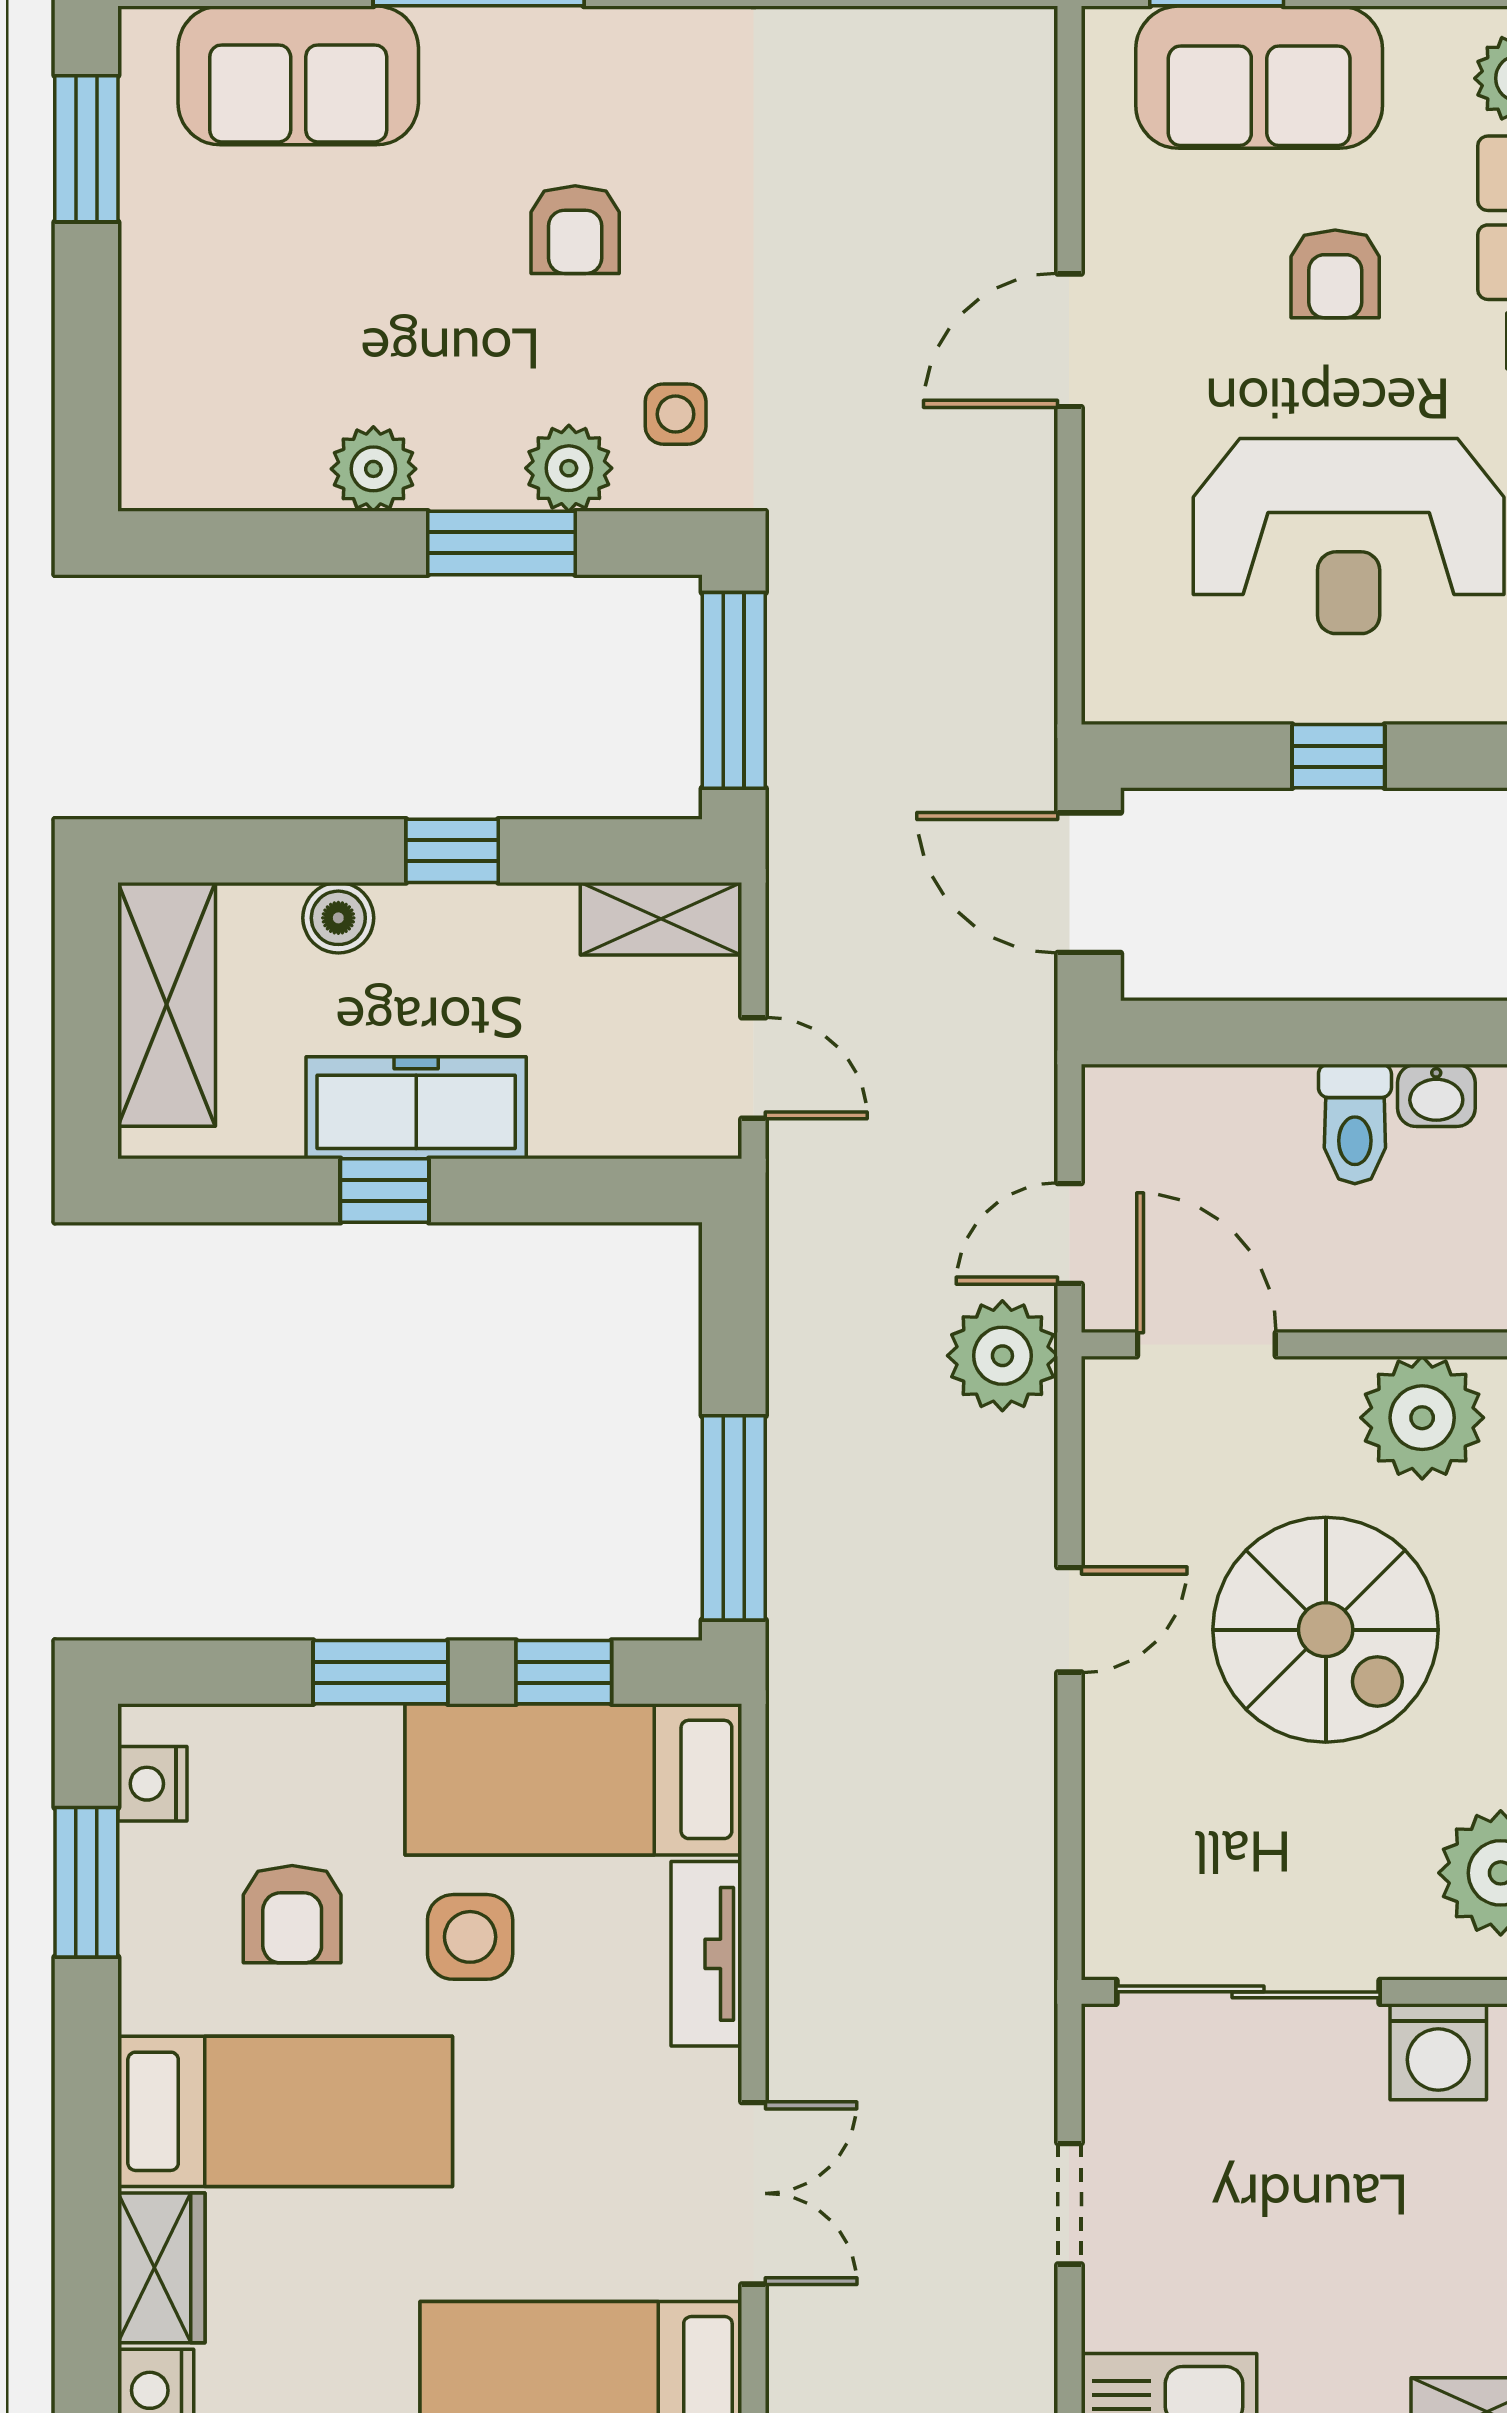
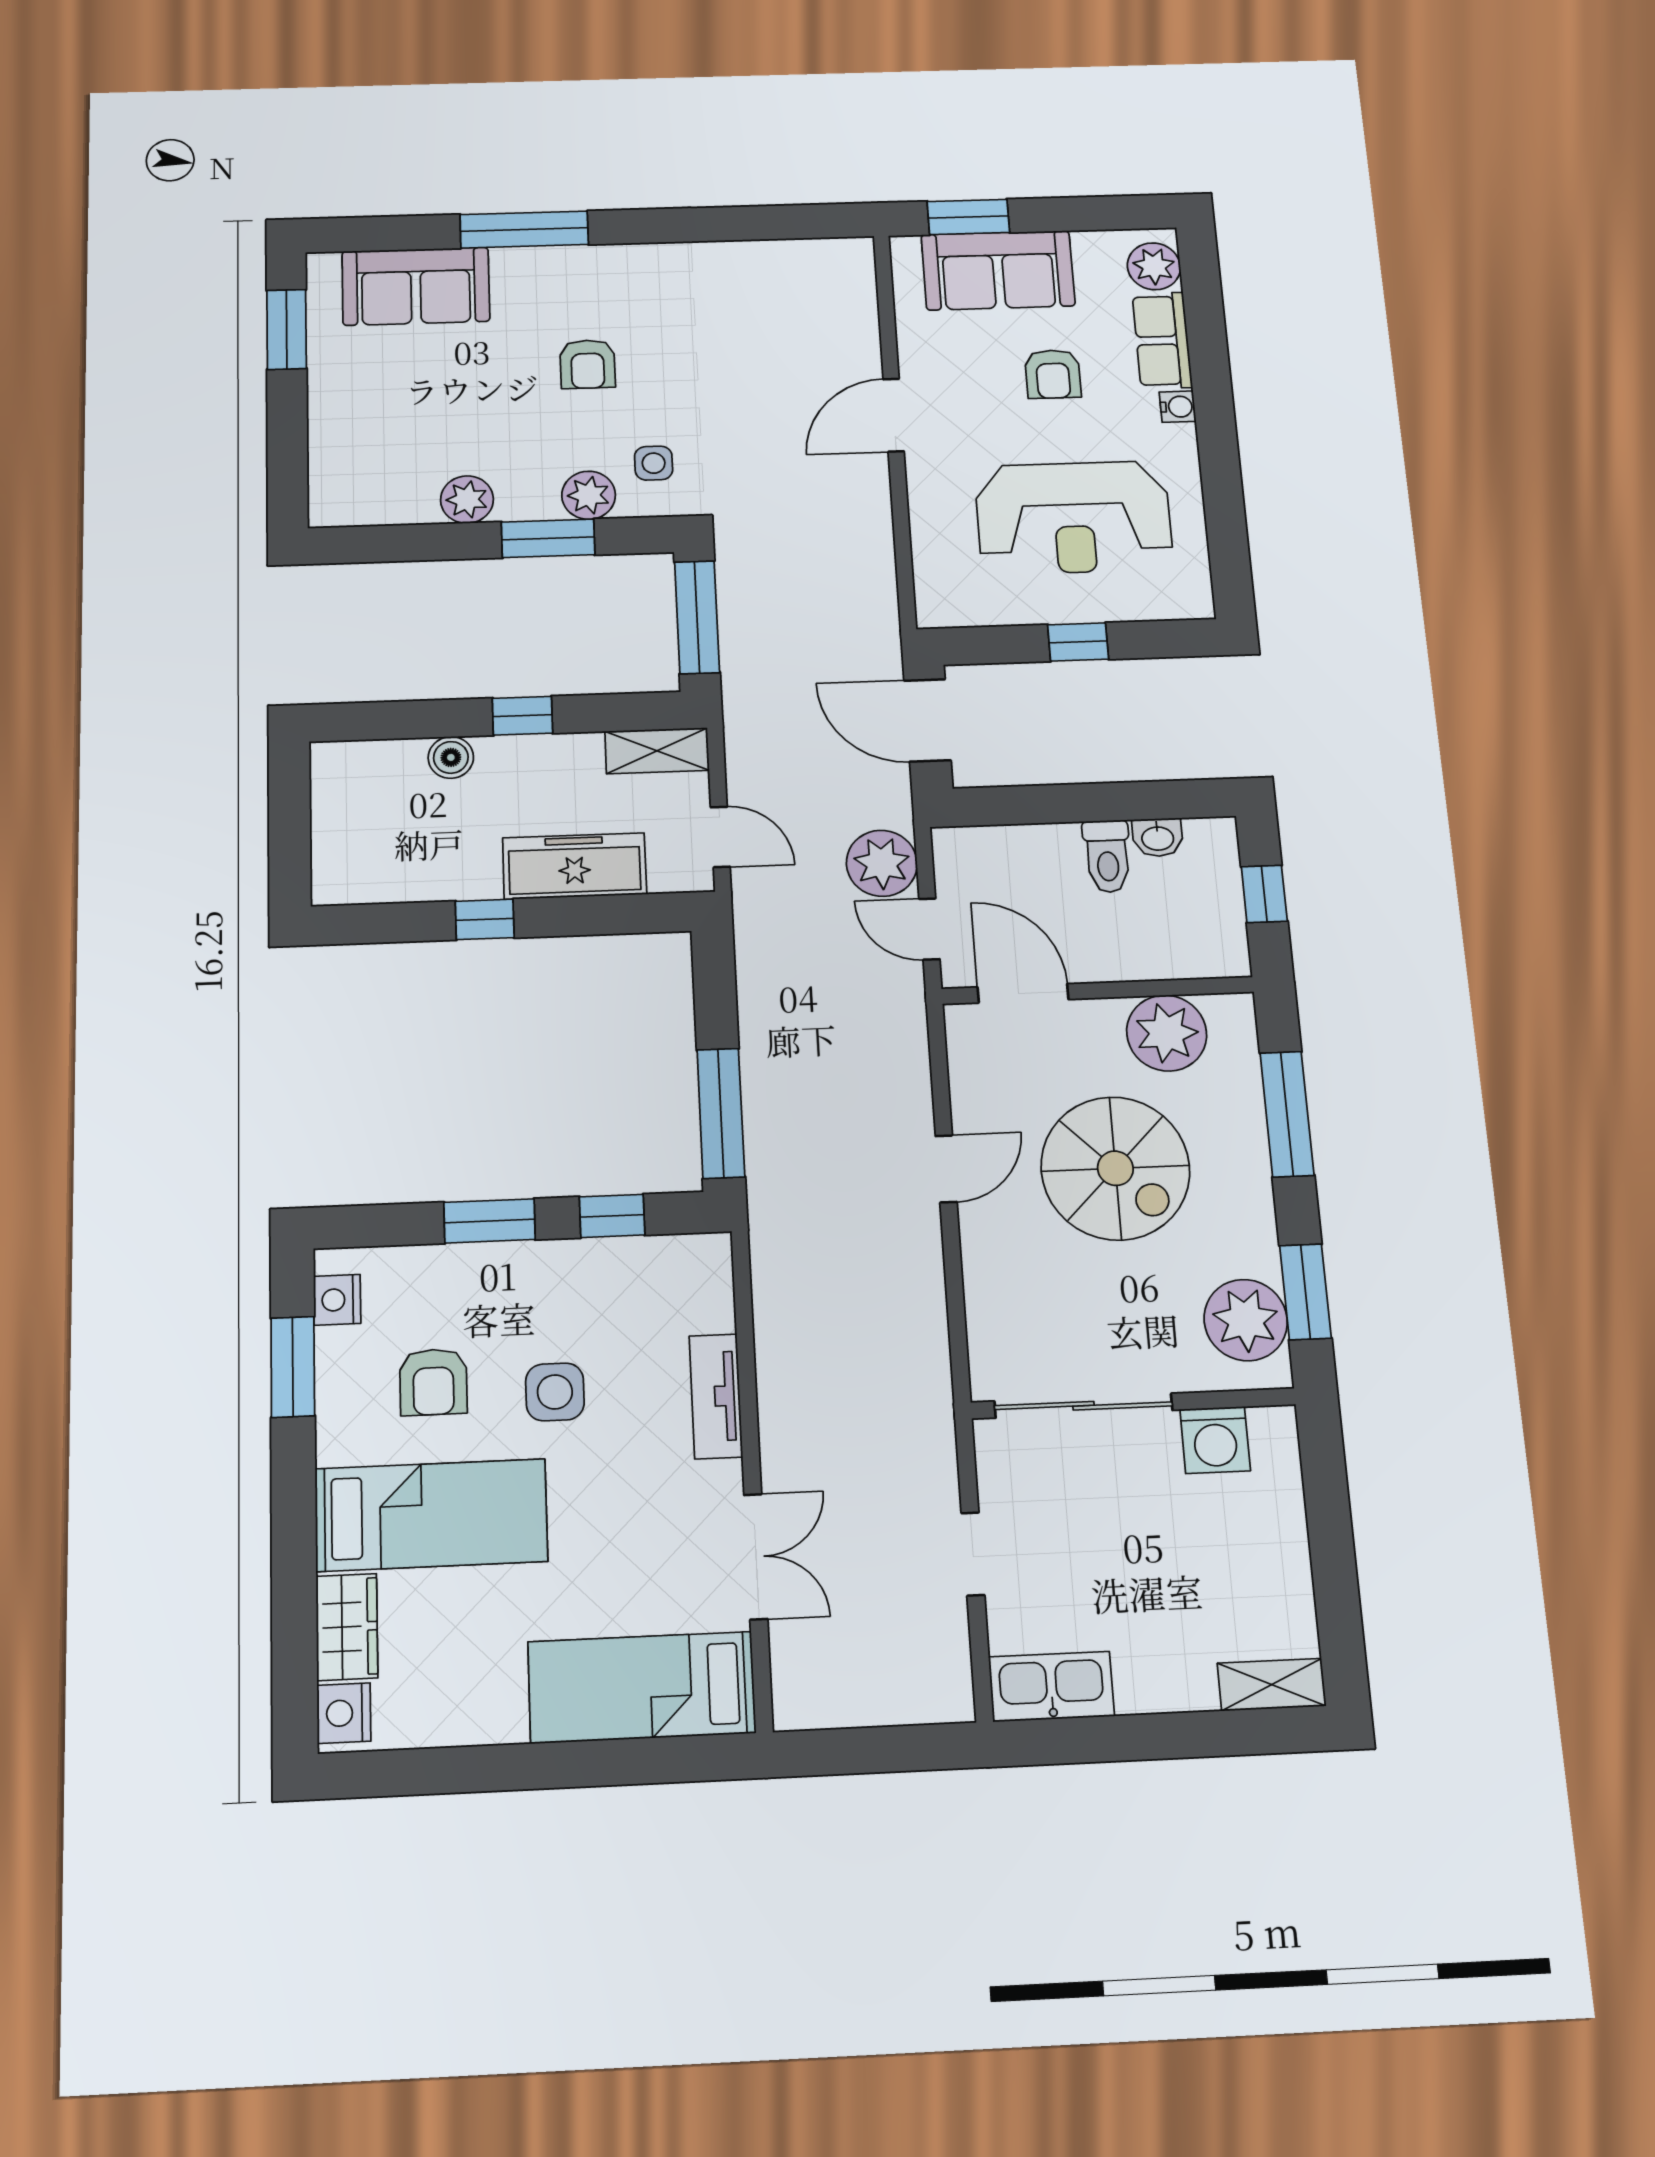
shelving: (167, 1004) -> (341, 813), removed
freezer: (416, 1108) -> (575, 866), moved
door: (1069, 1233) -> (929, 929), hinge flipped
plant: (1002, 1356) -> (882, 863), moved
bed: (573, 1779) -> (621, 1285), removed

